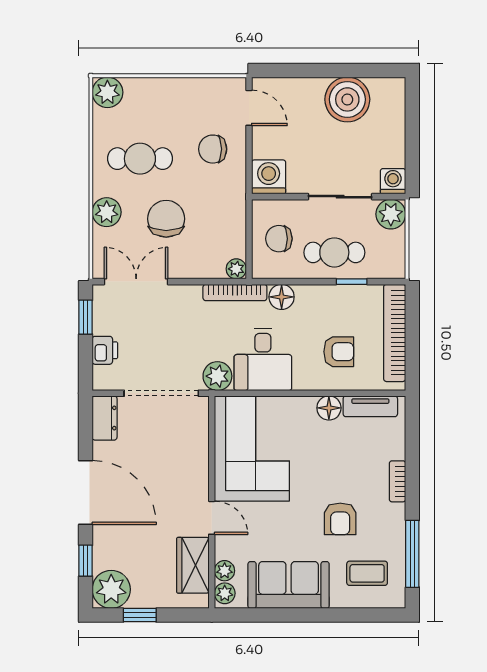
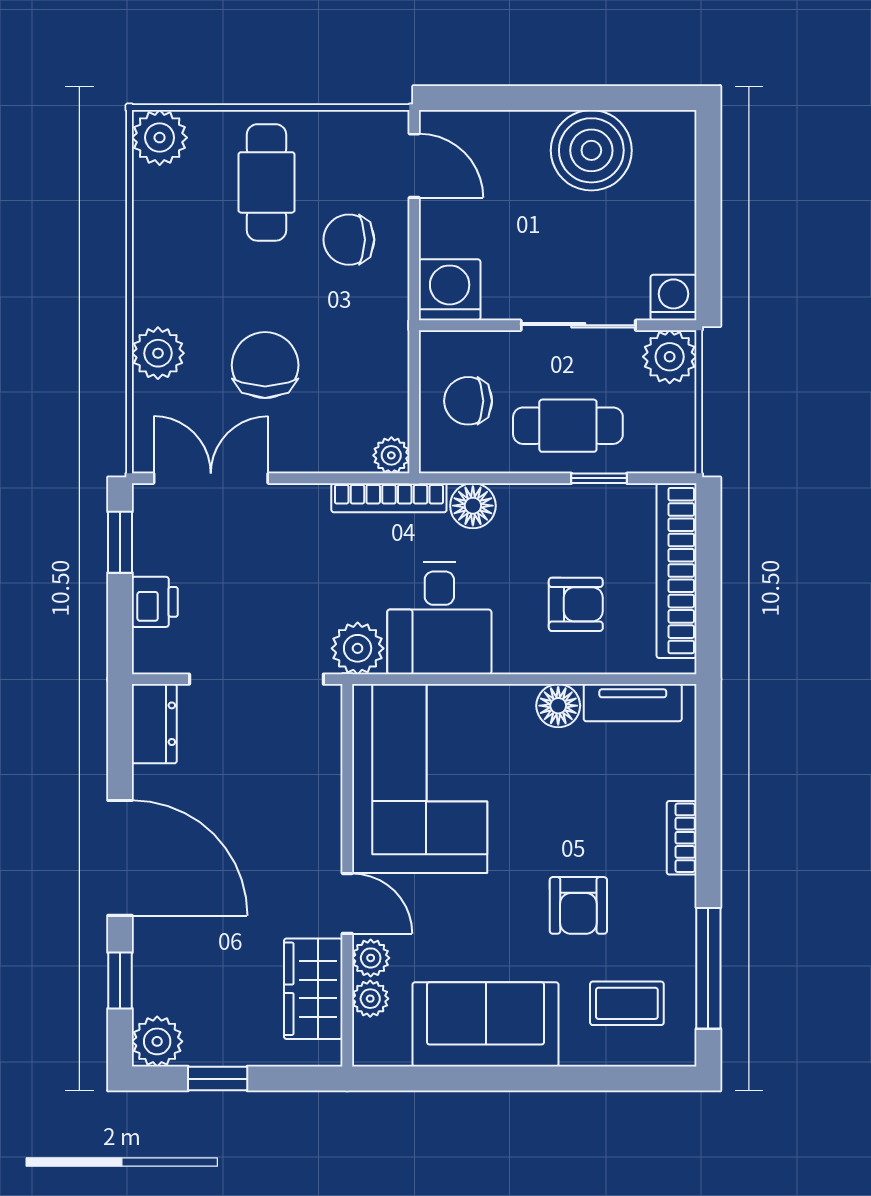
cafe table: (140, 159) -> (267, 182), moved, turned 90
plant: (111, 589) -> (157, 1041), width x0.73, depth x0.73
plant: (225, 593) -> (371, 958), moved

